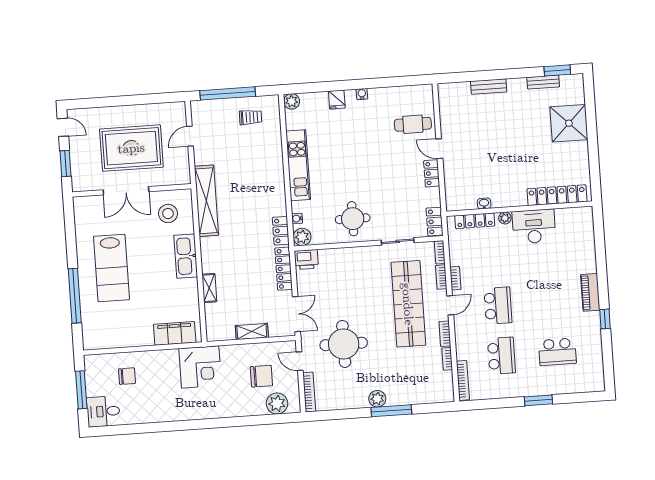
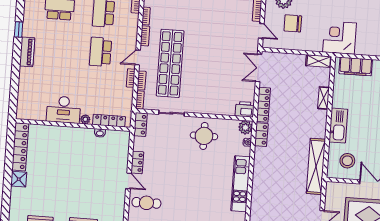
shower: (569, 123) -> (19, 179), width x0.54, depth x0.54
locker: (557, 195) -> (20, 147), moved, turned -90
shelving: (252, 331) -> (319, 61), moved
round table: (344, 344) -> (225, 39), removed

